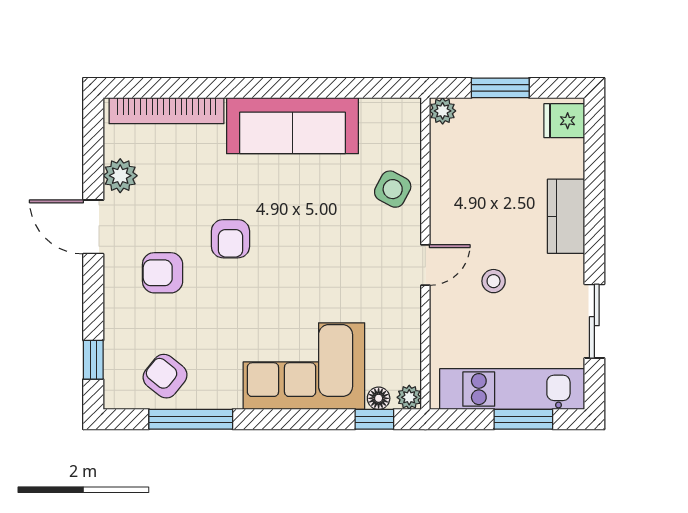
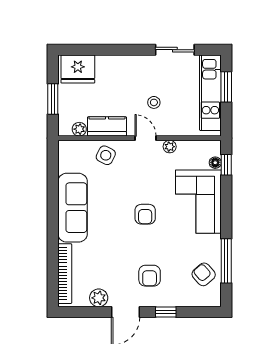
plant: (443, 111) -> (79, 129), moved
fridge: (564, 121) -> (78, 69), width x1.88, depth x1.34
kitchen counter: (566, 216) -> (107, 126), moved, turned 180
armchair: (230, 239) -> (145, 214), moved, turned 90
window: (93, 360) -> (166, 312), moved
armchair: (165, 376) -> (204, 274), turned 100
plant: (409, 397) -> (170, 147), moved

